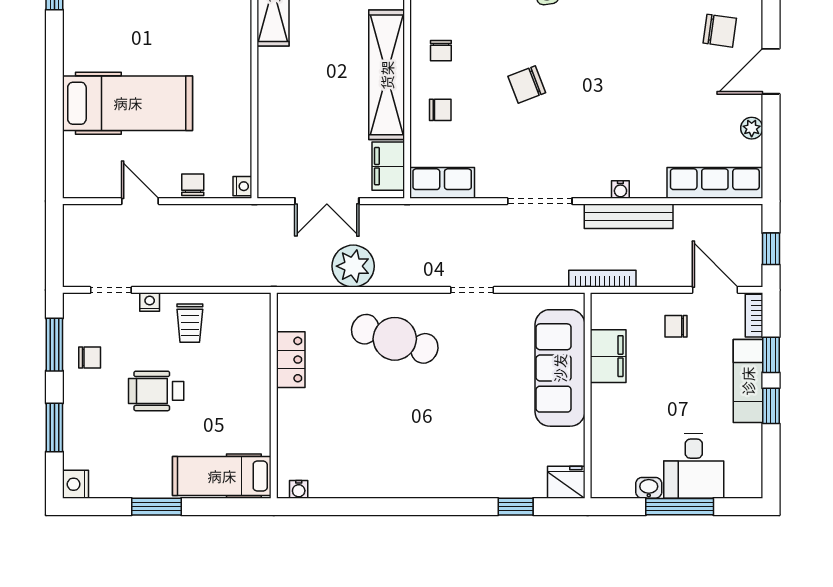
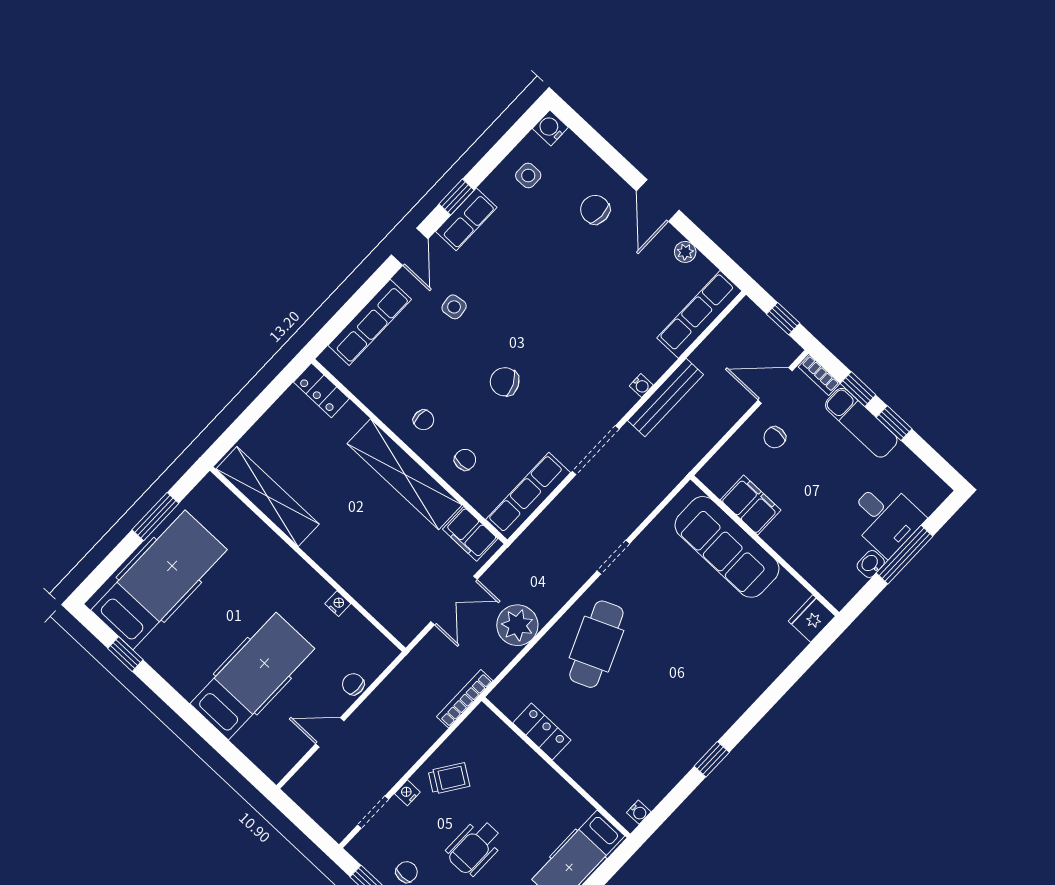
chair: (720, 31) -> (595, 210), turned -98
chair: (527, 84) -> (505, 382), turned 85
row of seats: (442, 183) -> (528, 496), width x1.48
nightstand: (242, 186) -> (338, 604), moved
bookcase: (602, 279) -> (465, 699), moved
trolley: (190, 323) -> (449, 778), turned -56
cafe table: (395, 339) -> (596, 644), turned -41
window: (516, 507) -> (712, 759), moved

